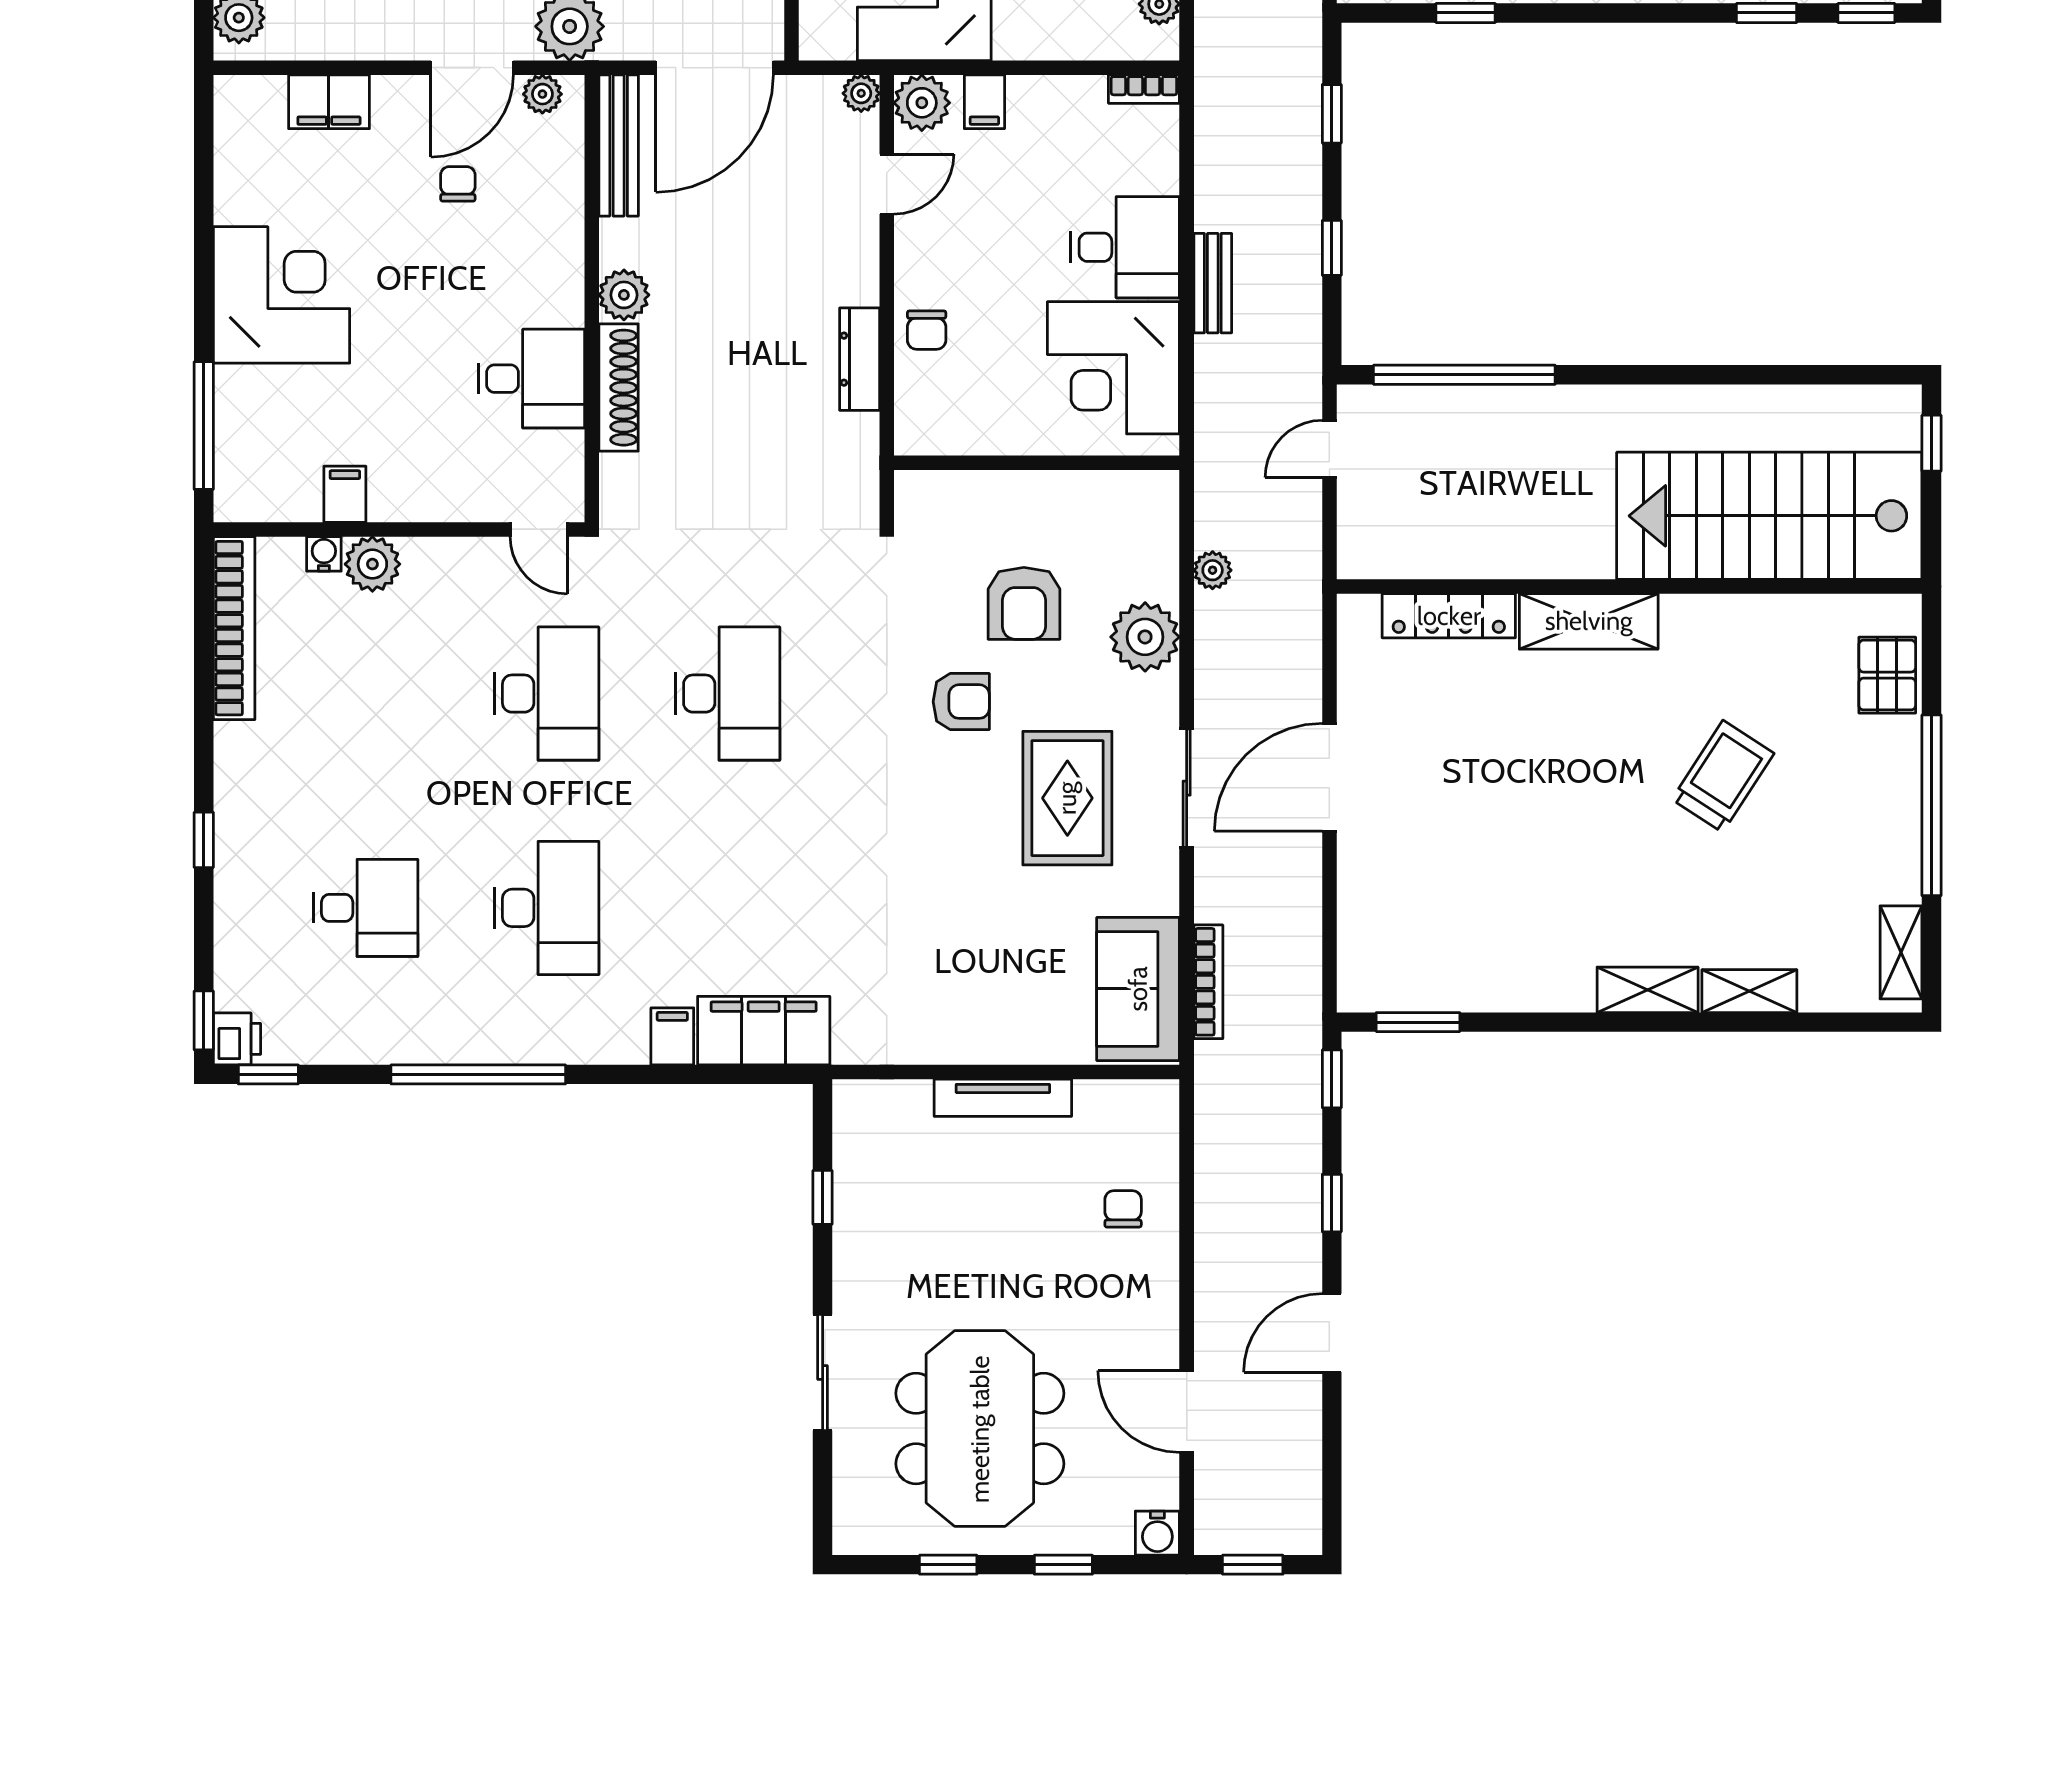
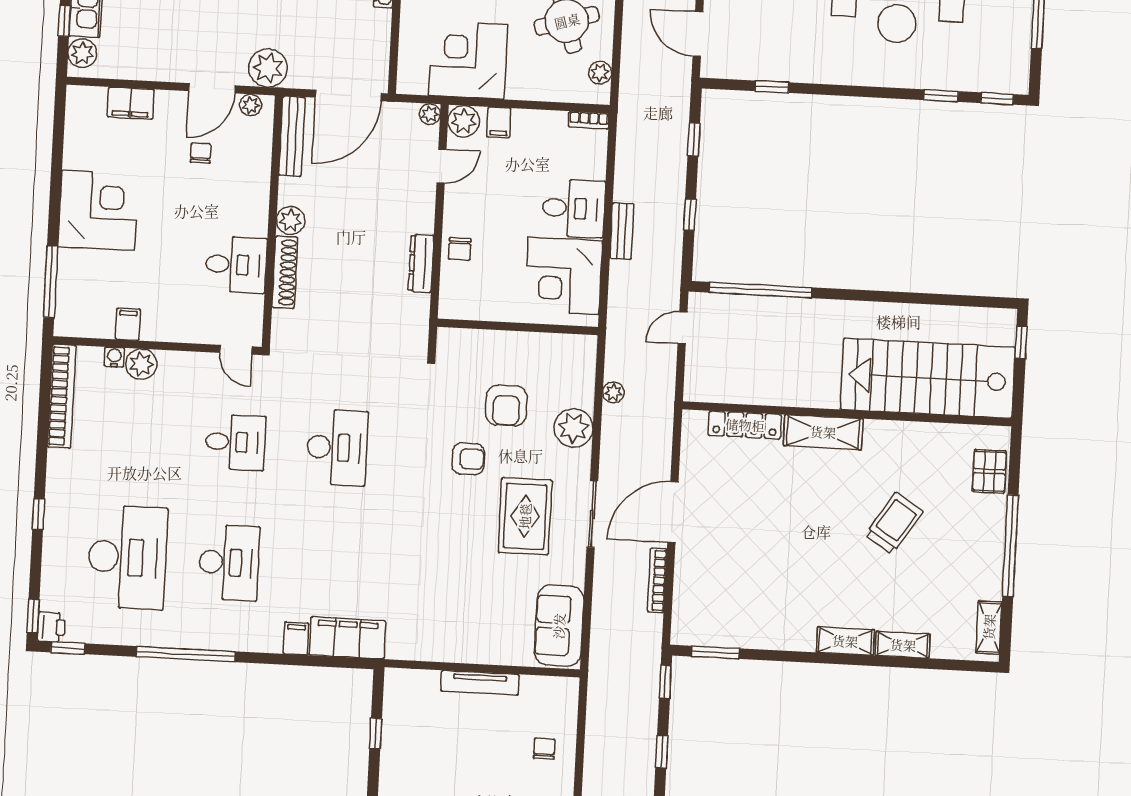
desk: (546, 694) -> (235, 442), width x0.73
desk: (365, 908) -> (127, 557), width x1.87, depth x1.30
bookcase: (1208, 982) -> (657, 580), moved, turned 180

